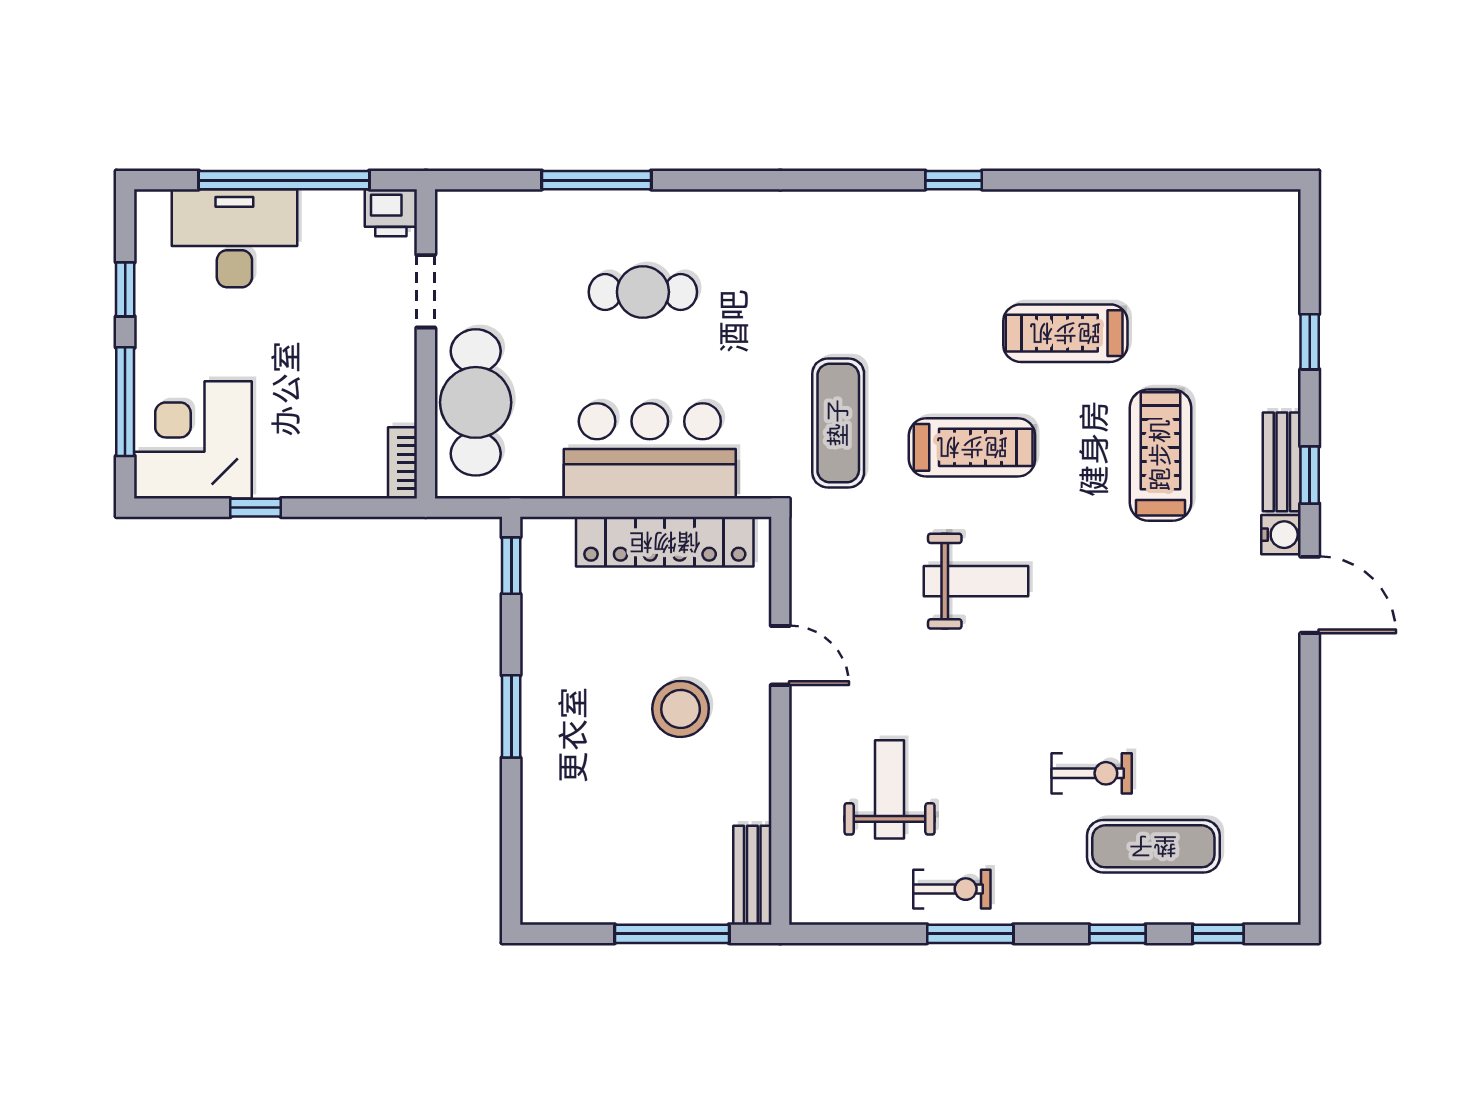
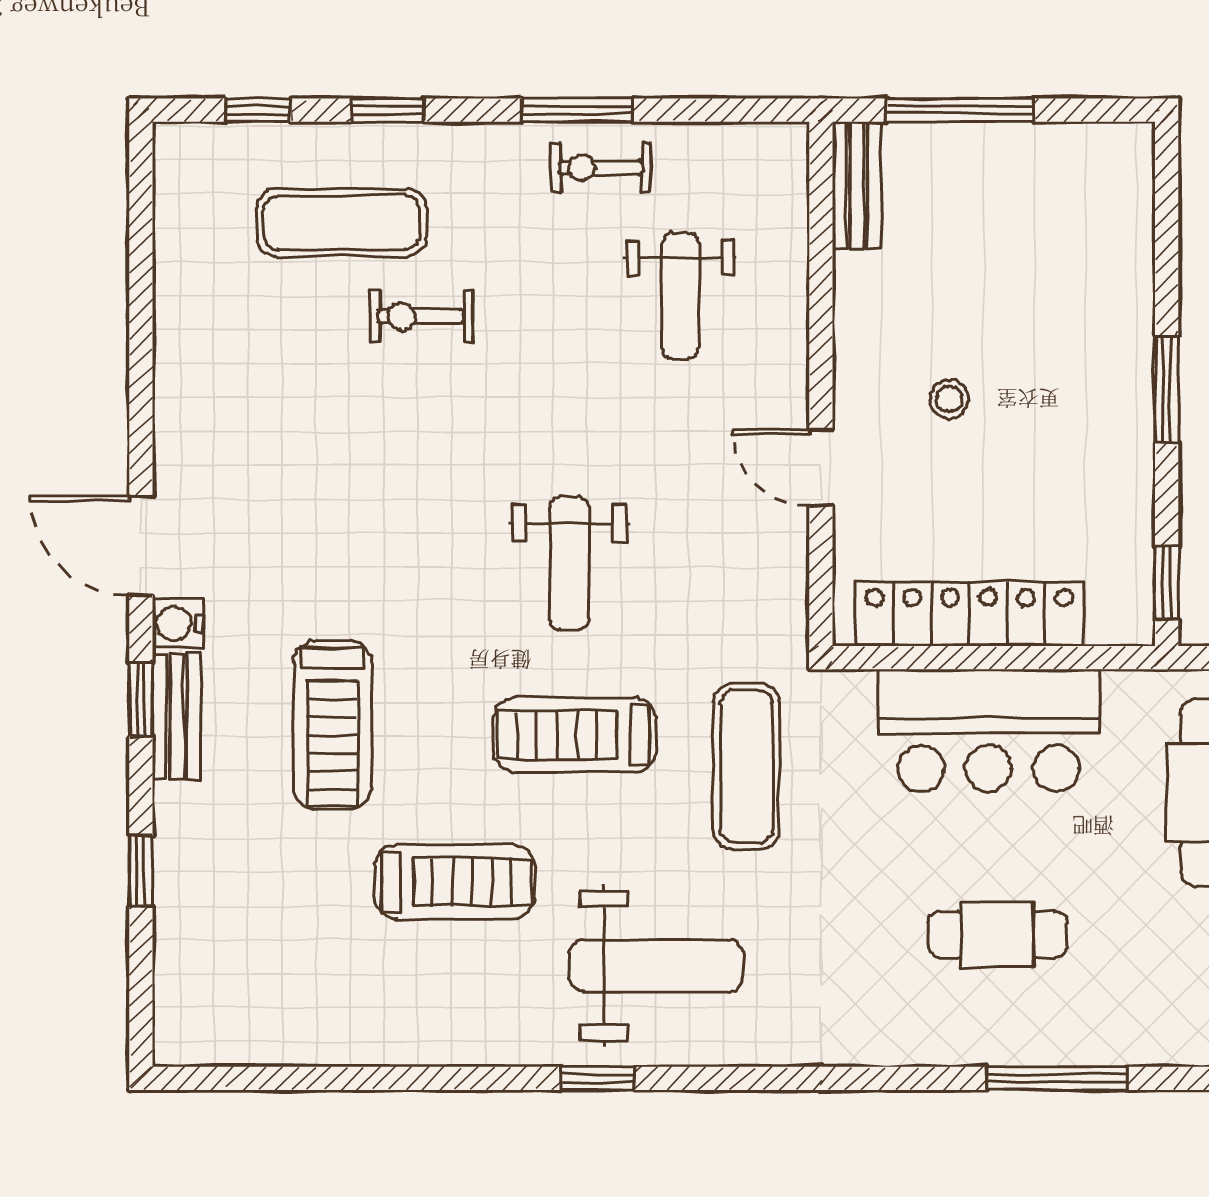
weight bench: (909, 268) -> (656, 966), added
weight bench: (976, 581) -> (569, 563), turned -90
stool: (681, 709) -> (949, 399), width x0.53, depth x0.53

